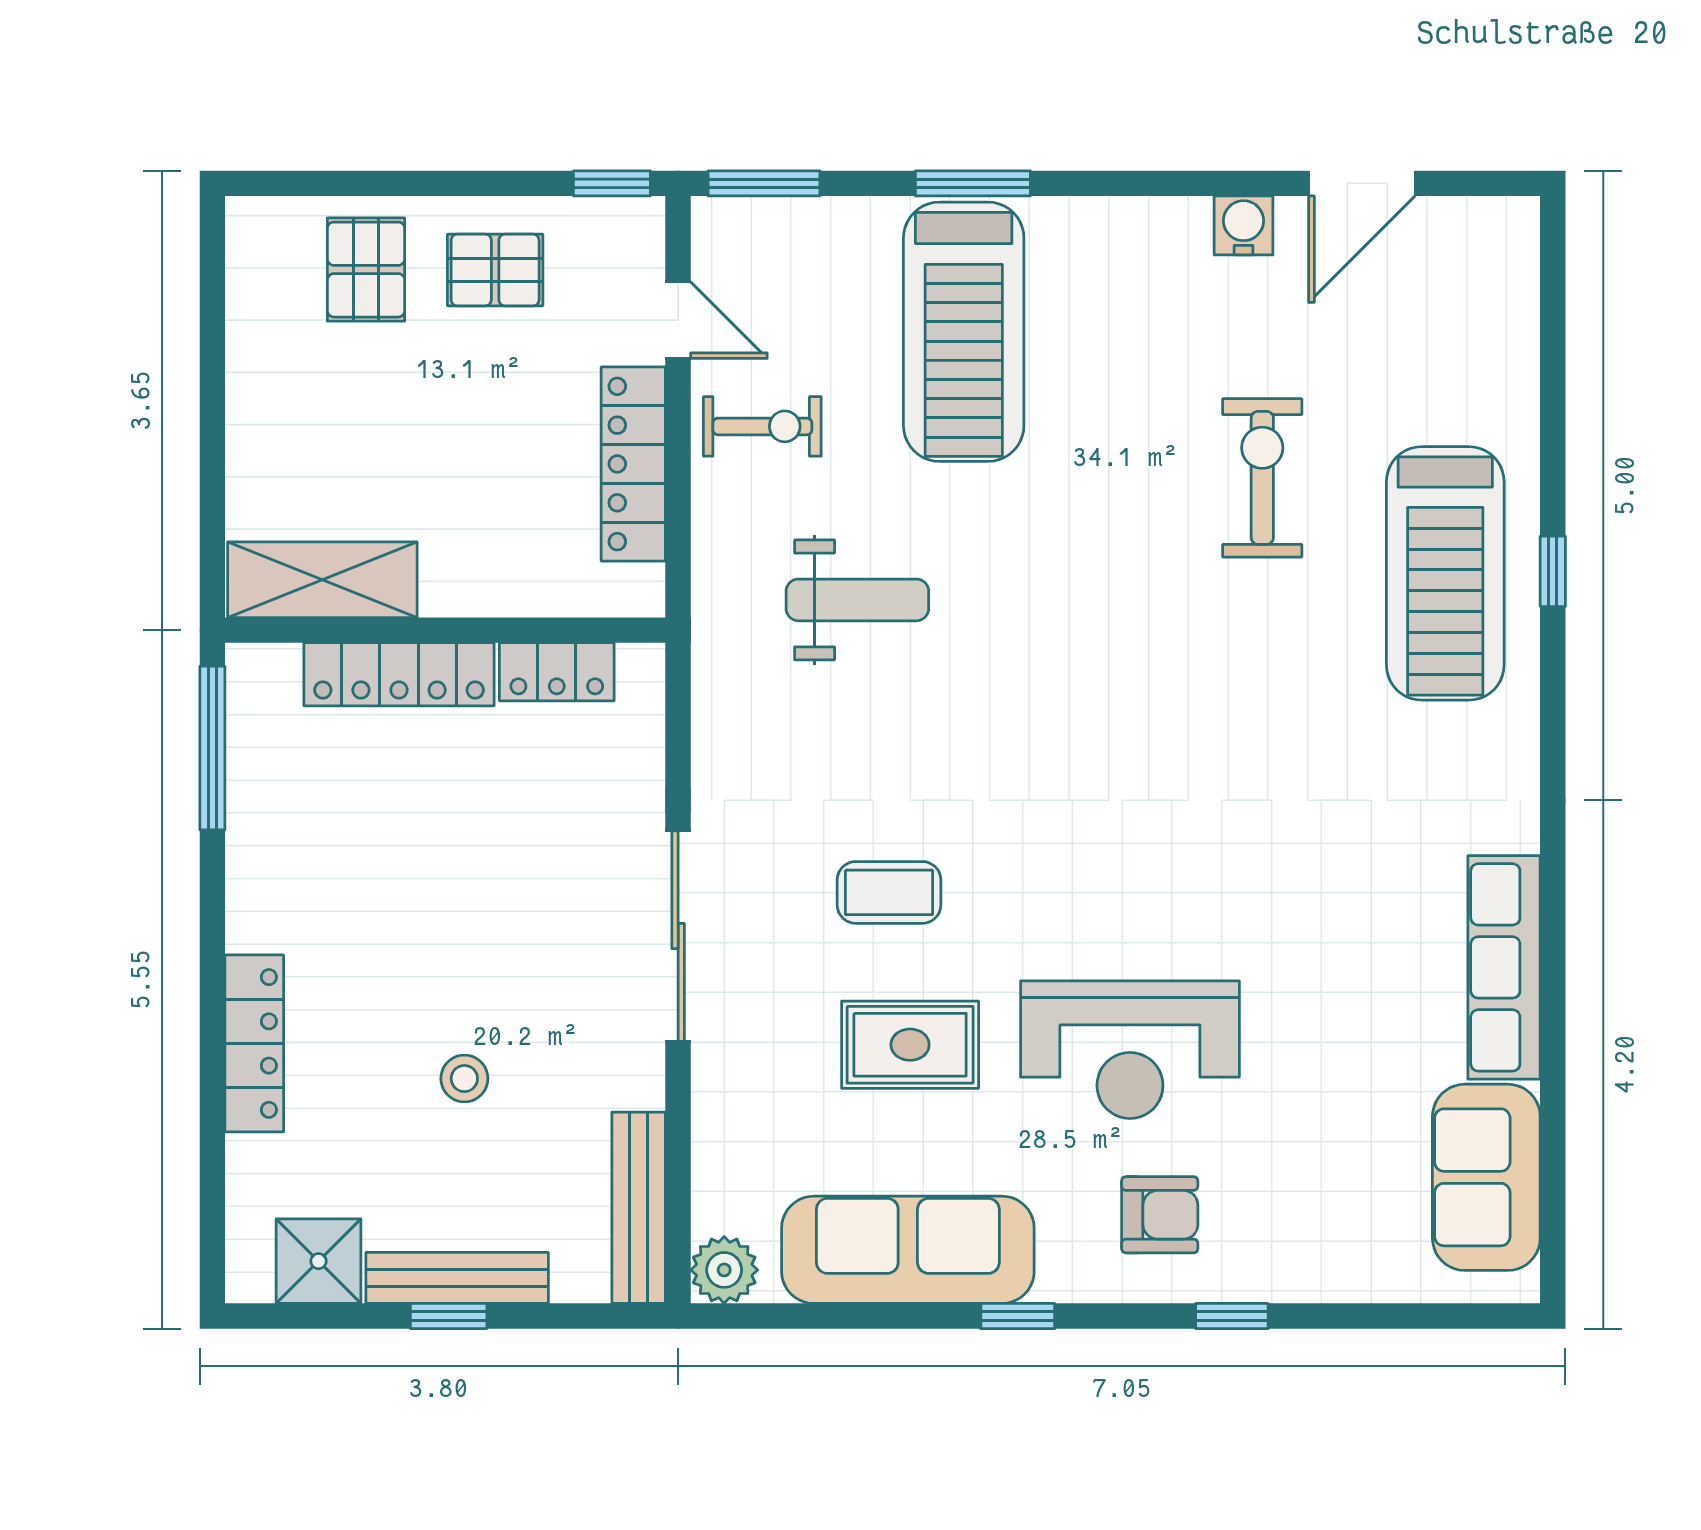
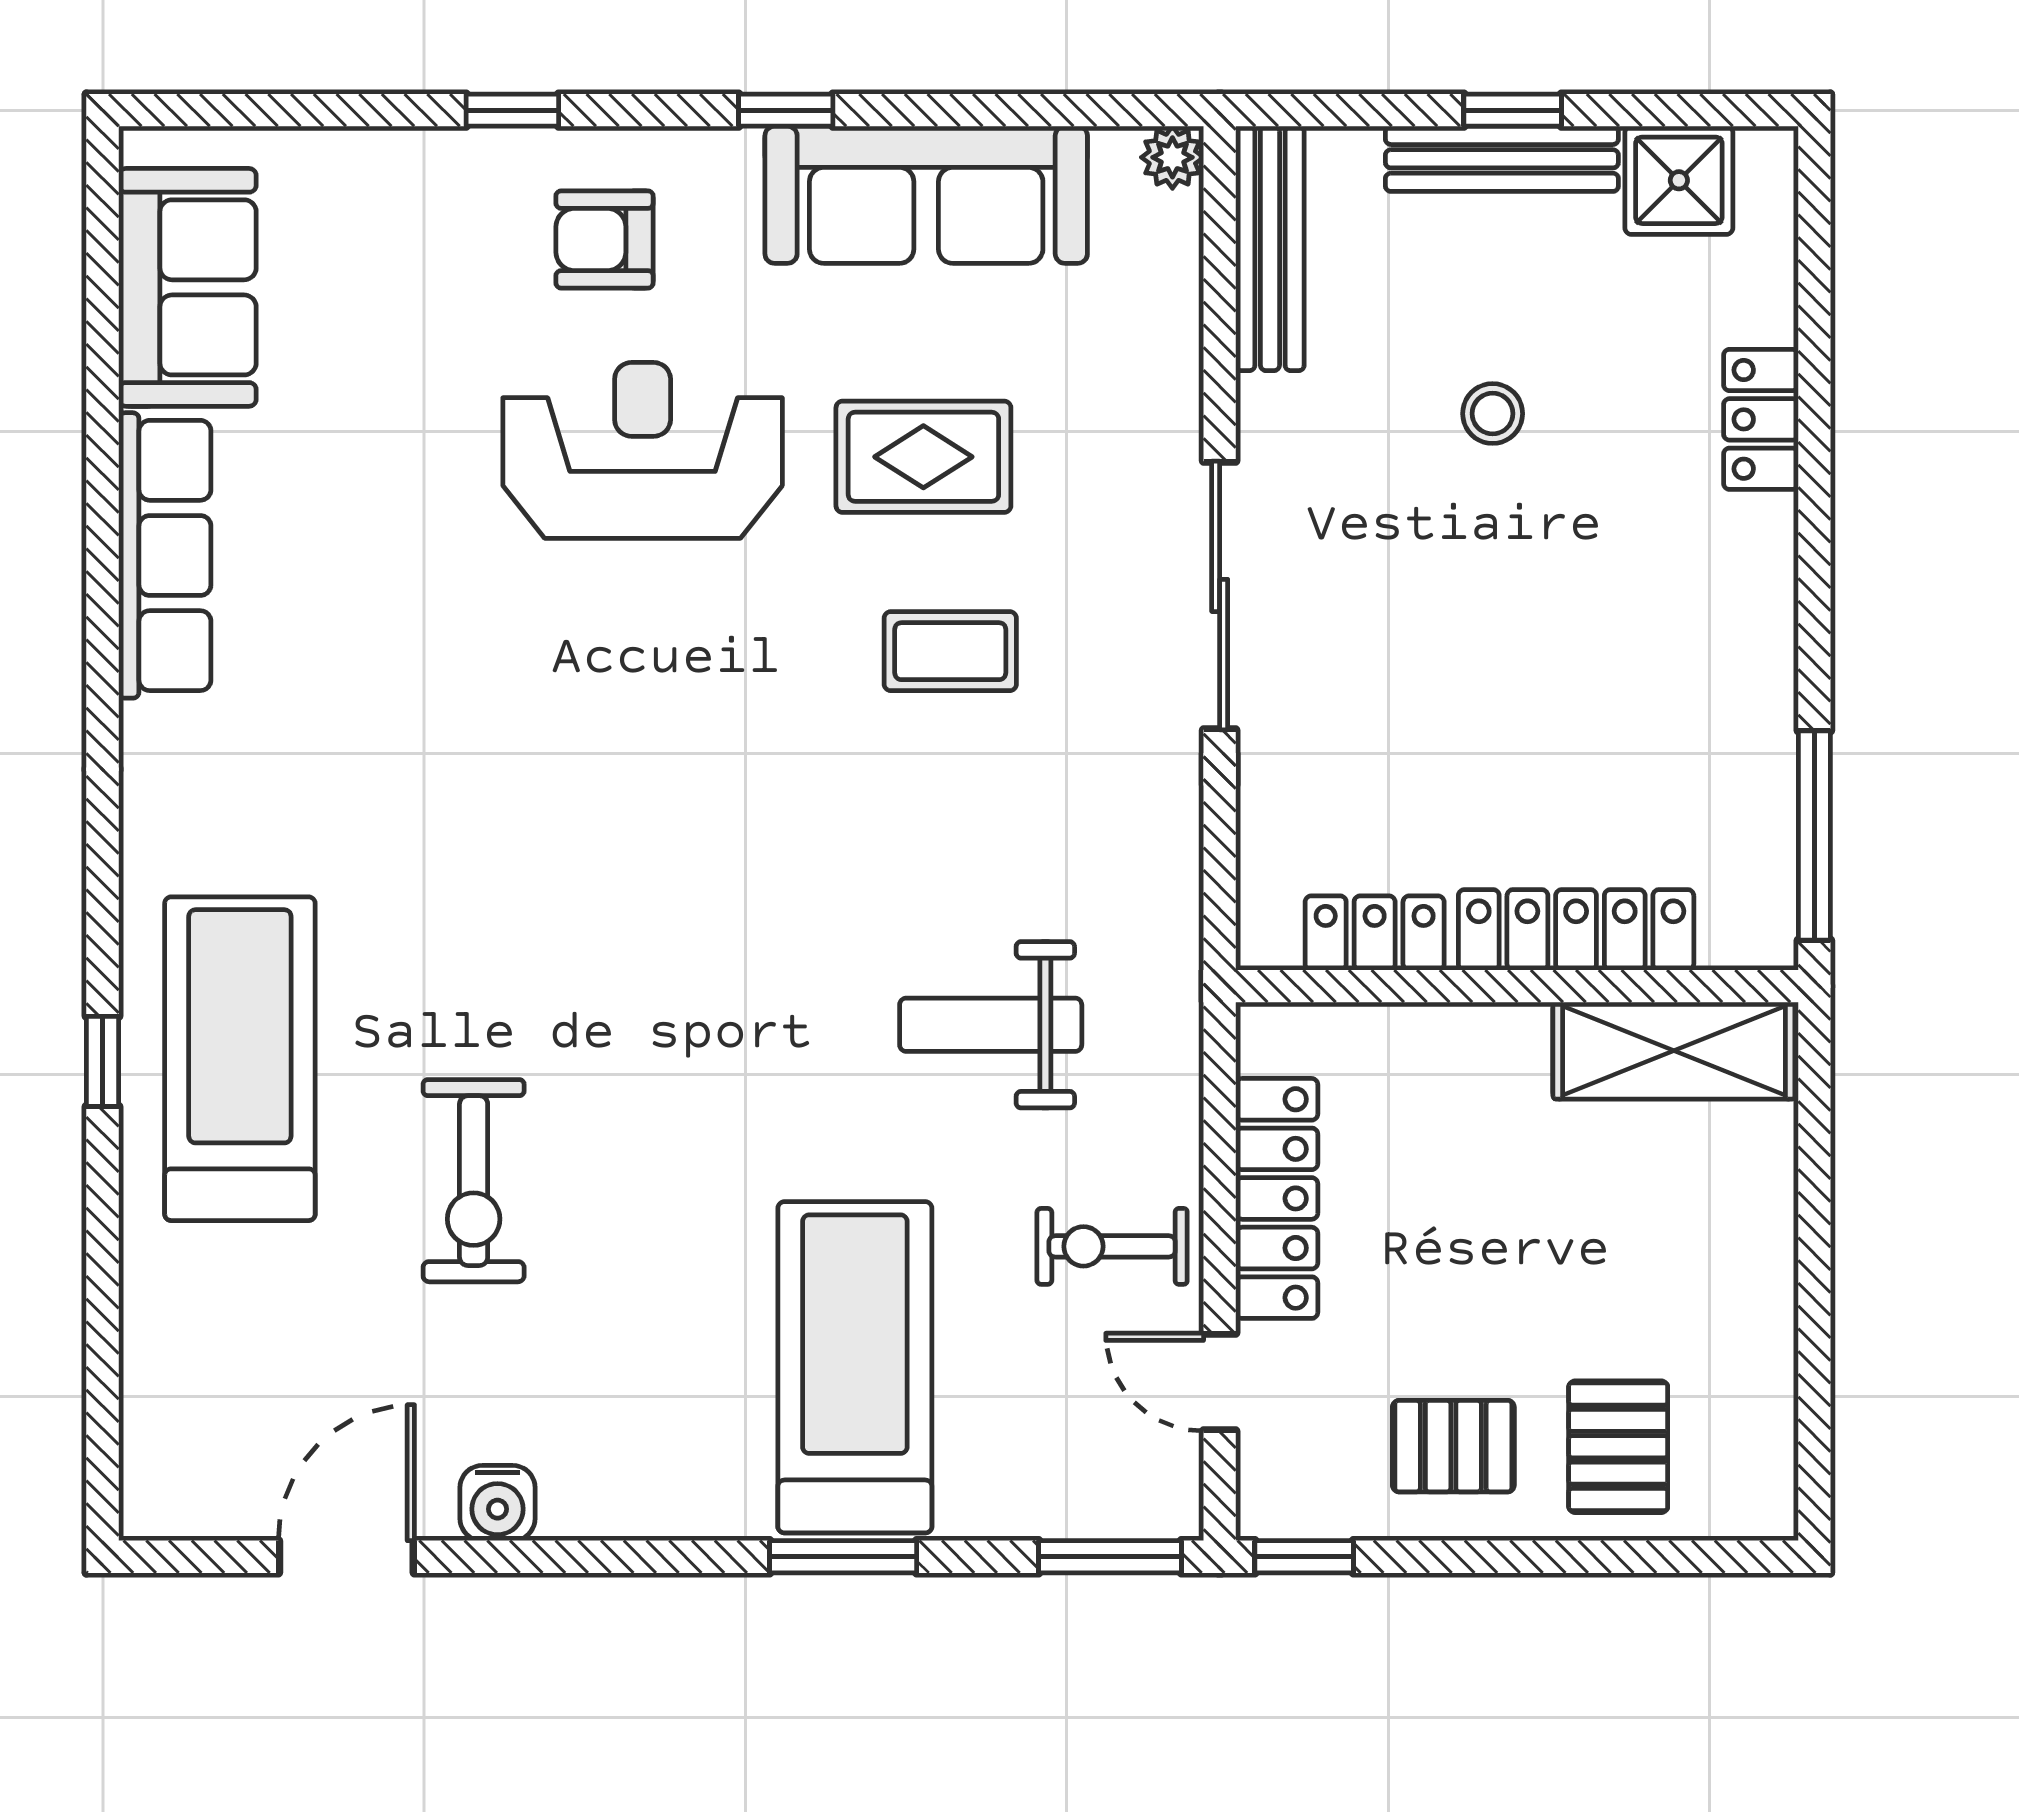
locker: (254, 1043) -> (1761, 419), width x0.66
plant: (724, 1270) -> (1172, 157), width x0.73, depth x0.73

